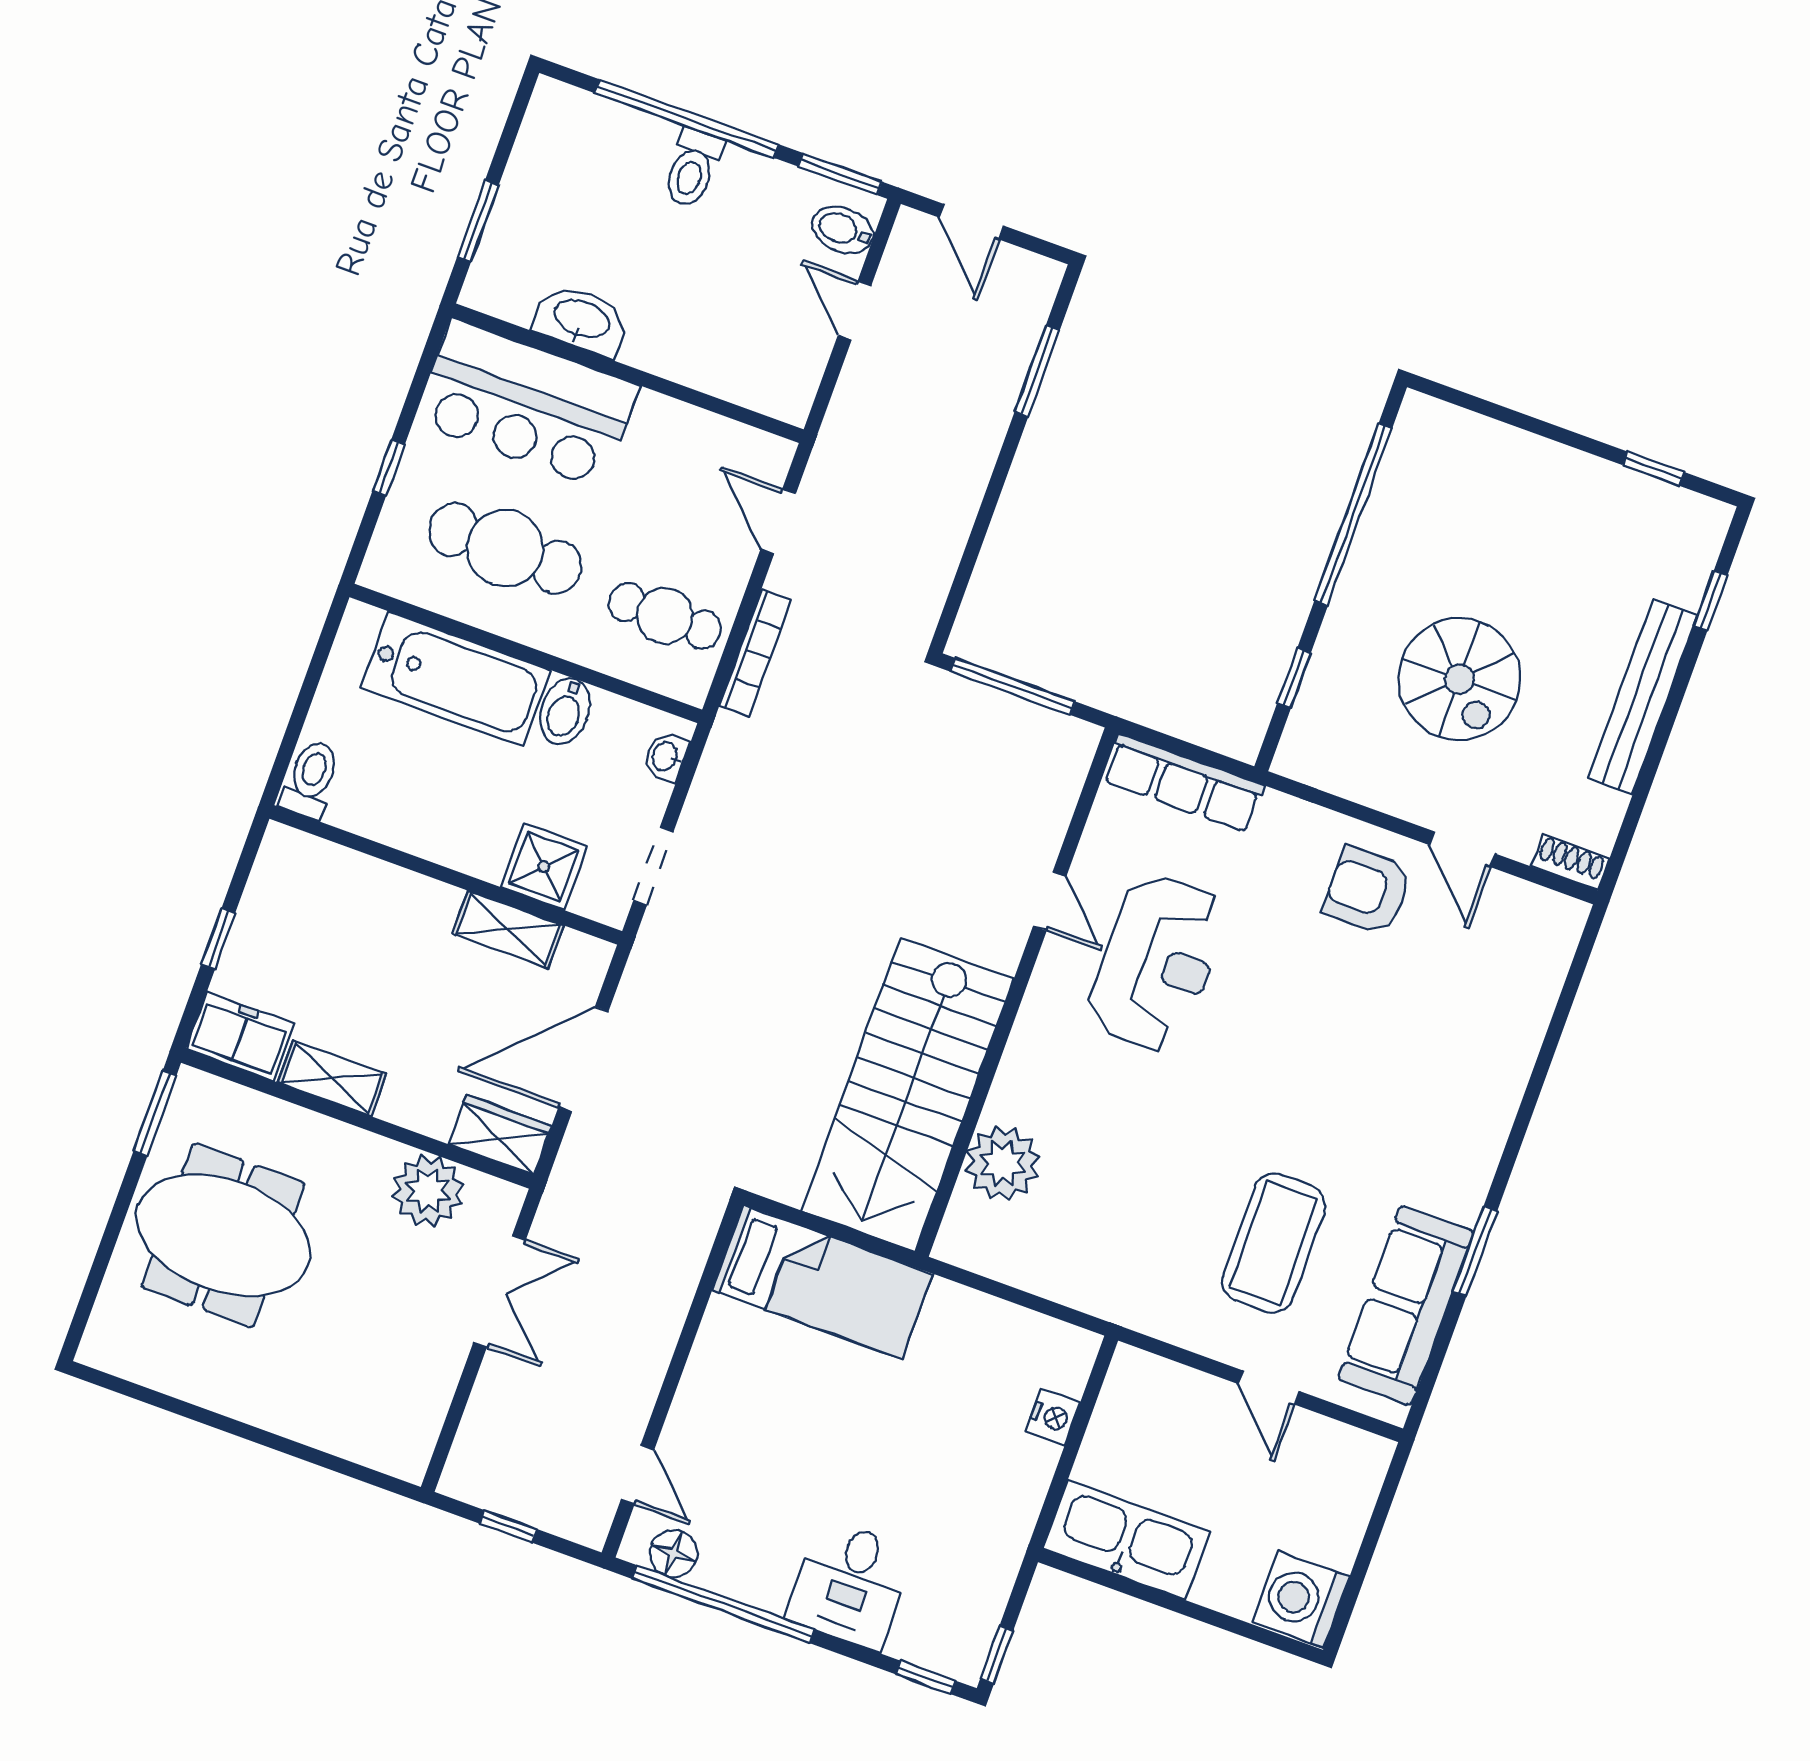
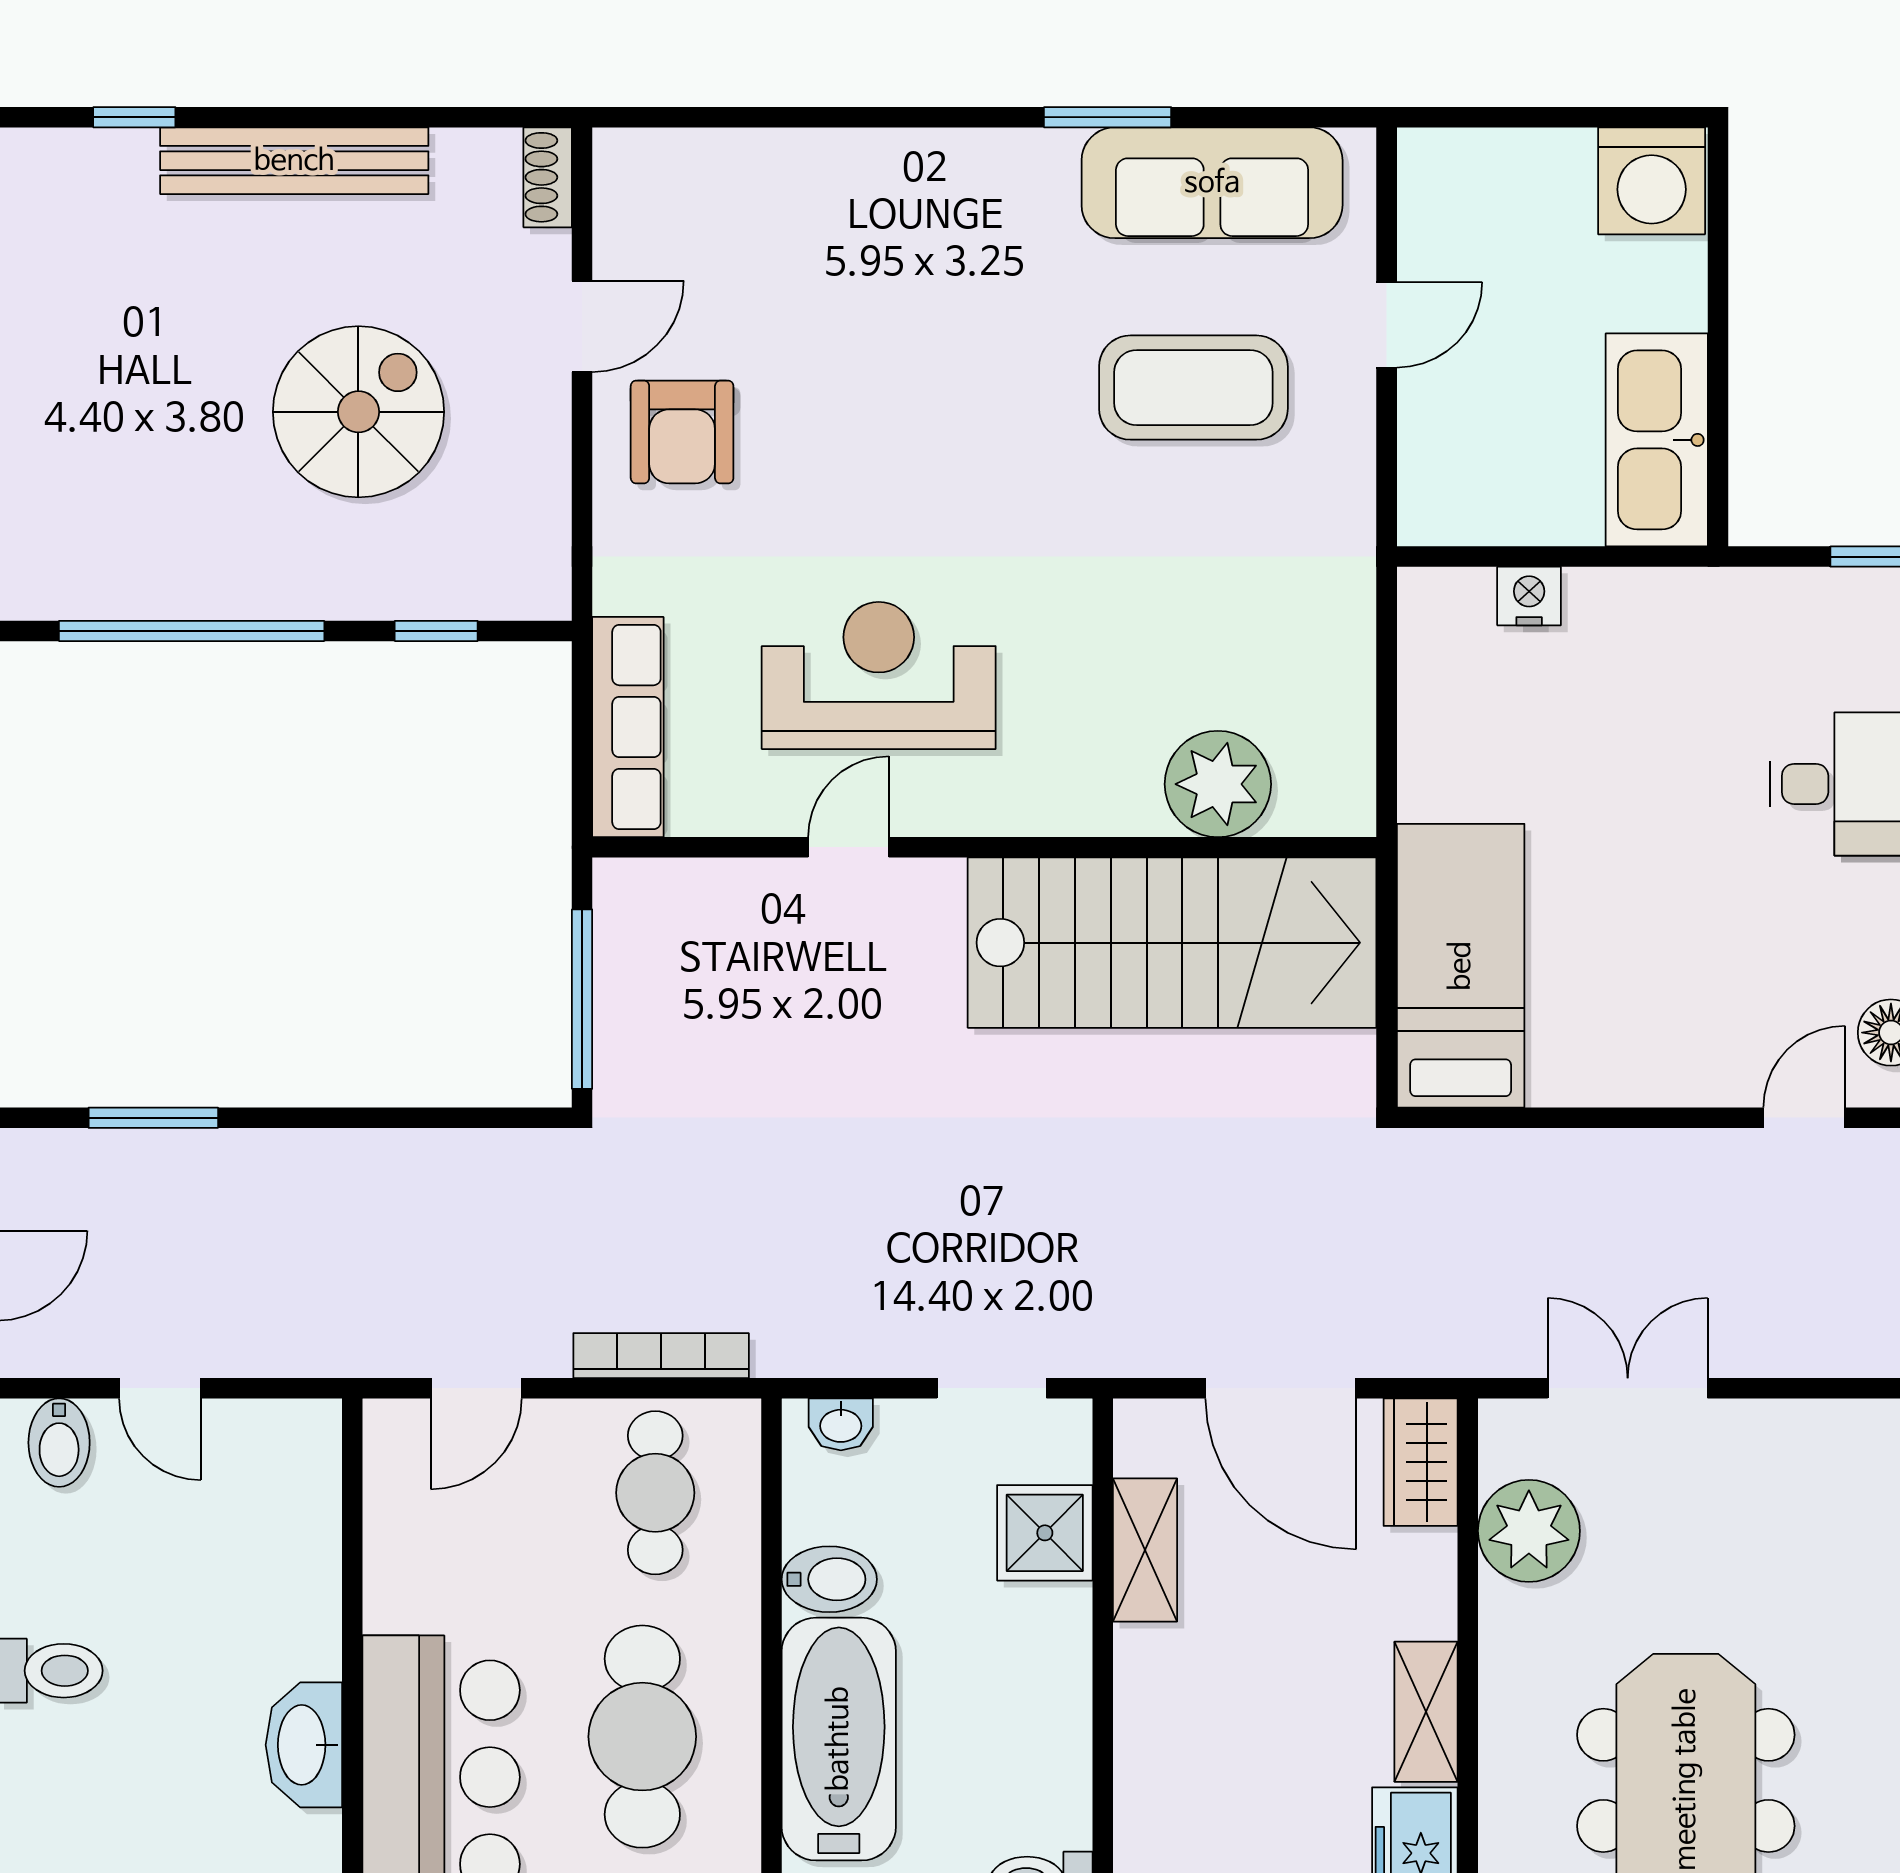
door: (855, 310) -> (160, 1388), hinge flipped

